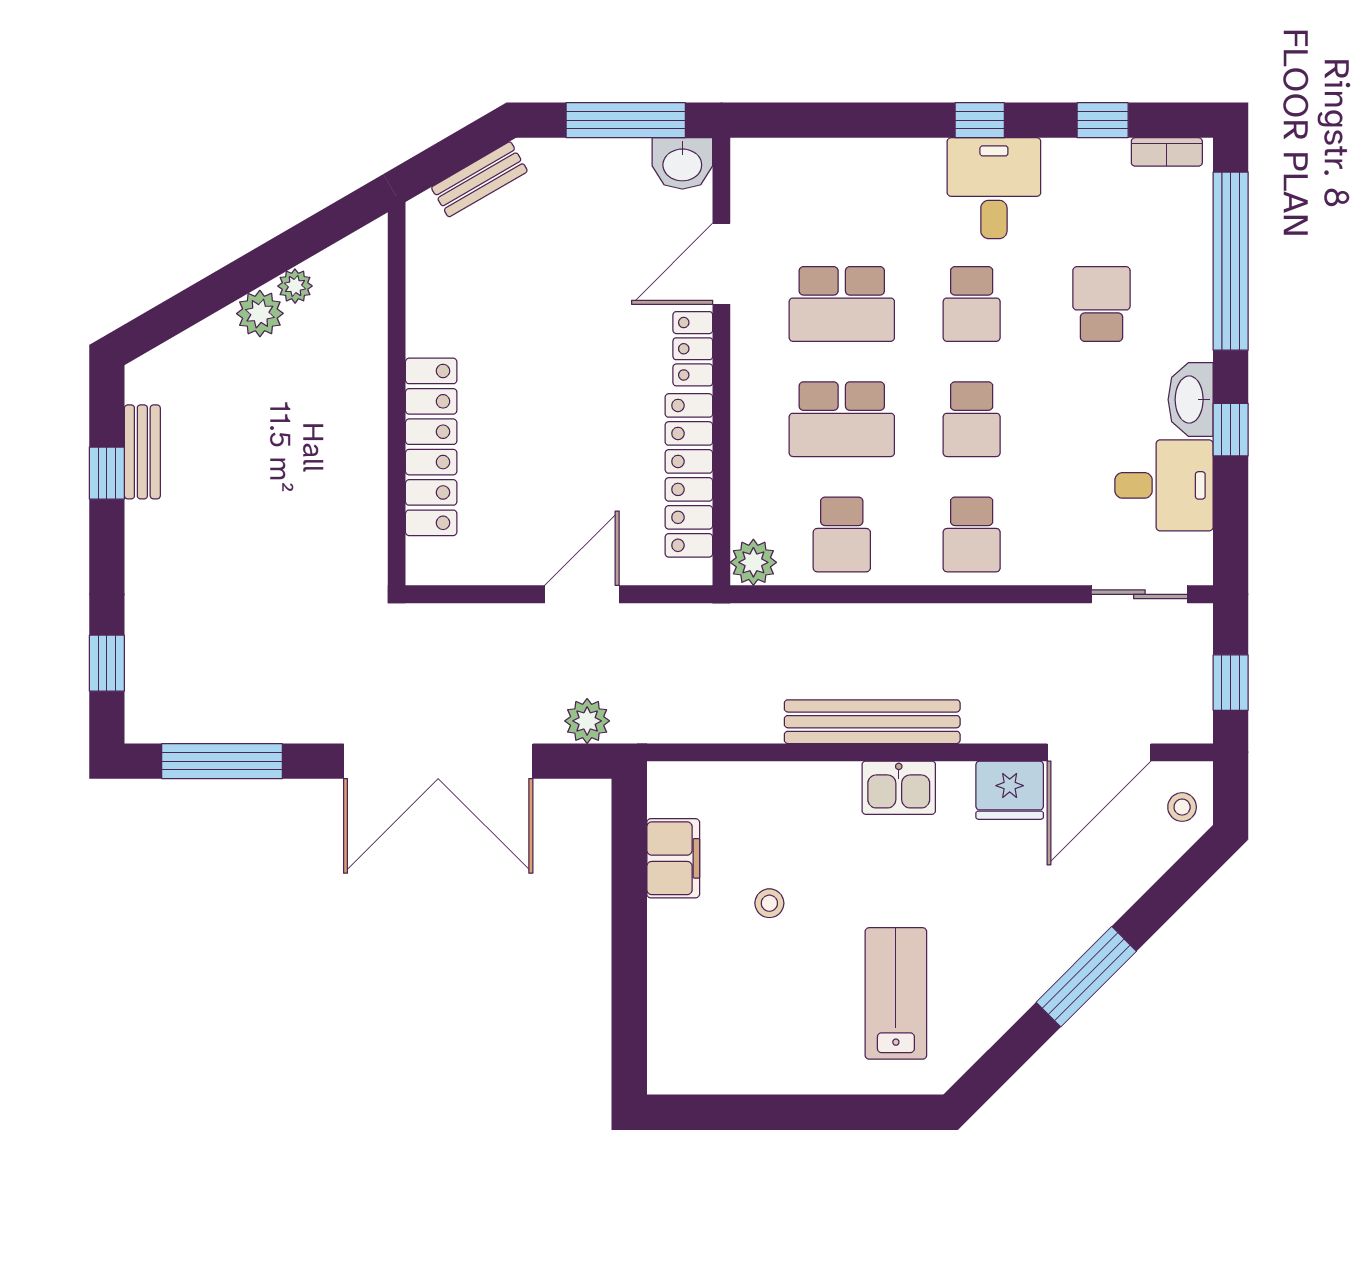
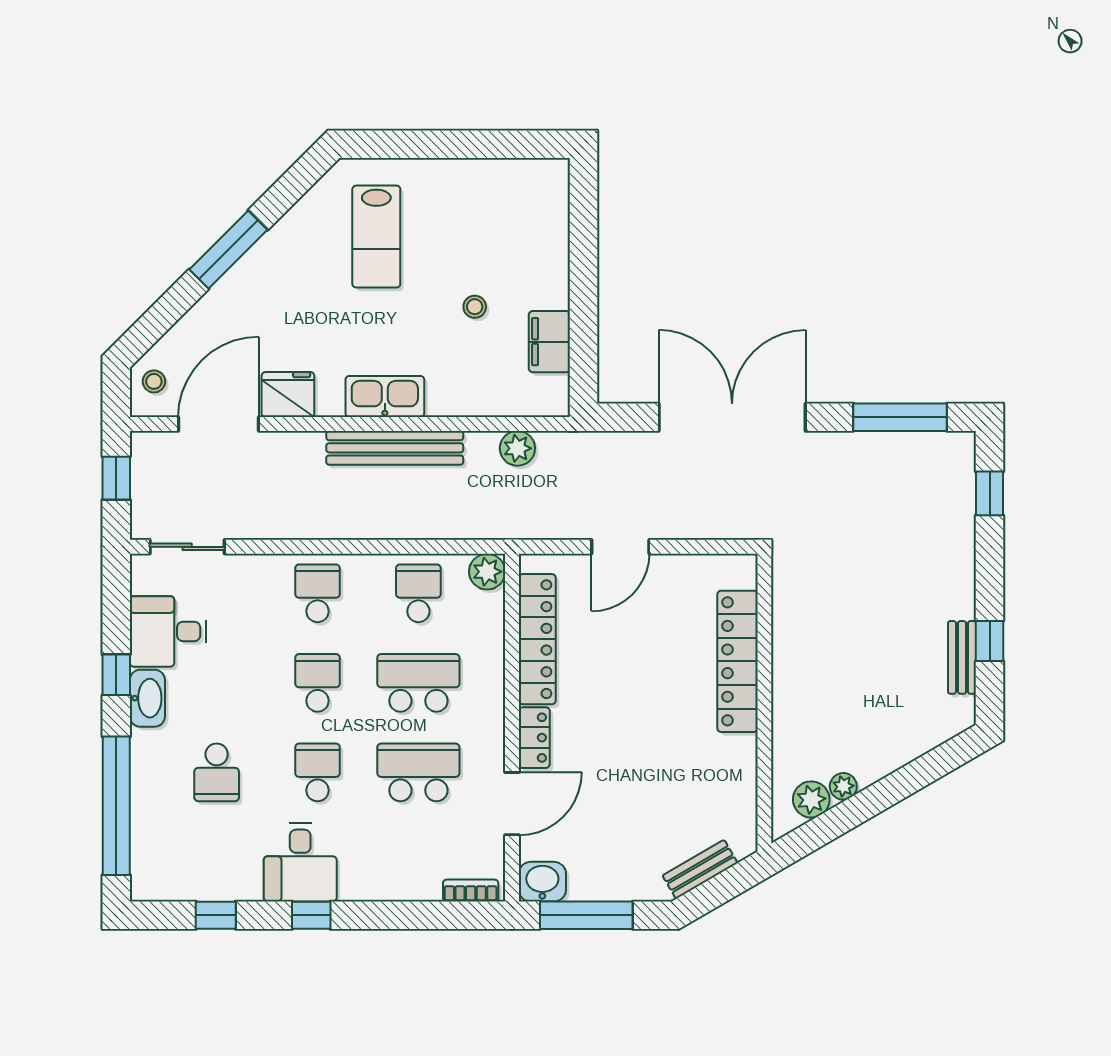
bookcase: (1167, 152) -> (471, 891), moved
plant: (260, 314) -> (811, 799), moved
plant: (587, 721) -> (517, 448), moved
kitchen sink: (899, 788) -> (385, 396), width x1.38

